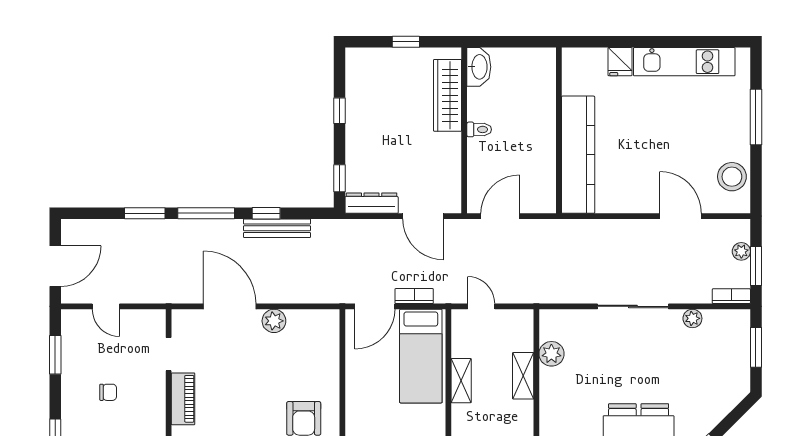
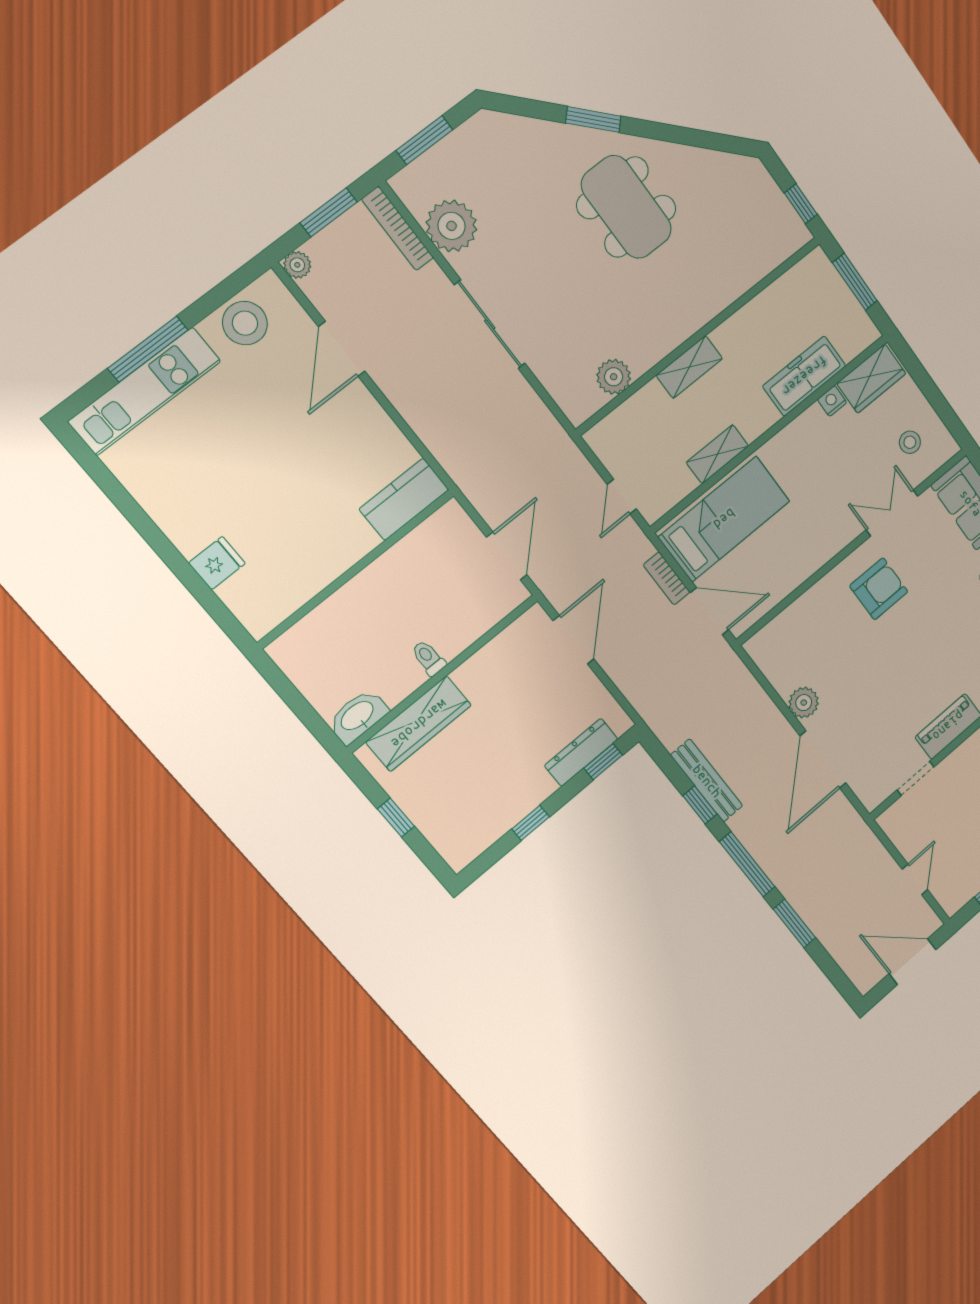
kitchen unit: (684, 62) -> (145, 391), moved, turned 90
kitchen counter: (578, 155) -> (404, 499), width x0.48, depth x0.86
dresser: (372, 203) -> (581, 752), moved, turned 90
door: (500, 216) -> (507, 556), swing flipped
plant: (741, 251) -> (297, 265), moved
bookcase: (731, 296) -> (398, 229), width x1.56
plant: (692, 318) -> (452, 226), width x1.88, depth x1.88
shelving: (523, 376) -> (689, 367), moved

